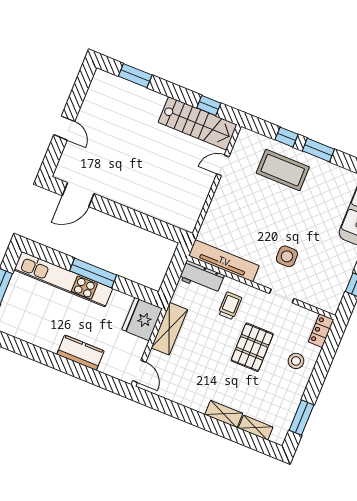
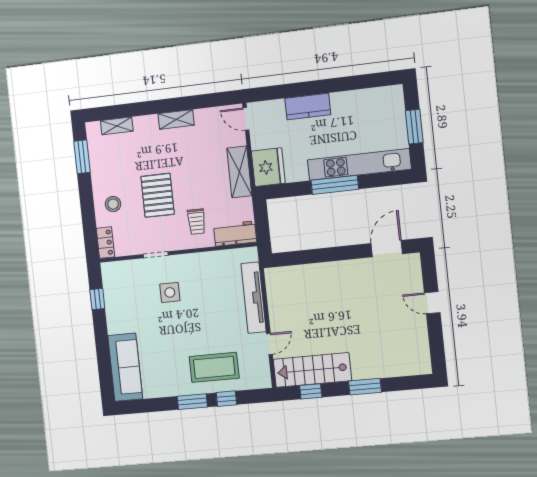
window: (135, 76) -> (365, 387), moved
tv unit: (224, 261) -> (254, 298), moved, turned 90
shelving: (224, 414) -> (176, 119), moved

